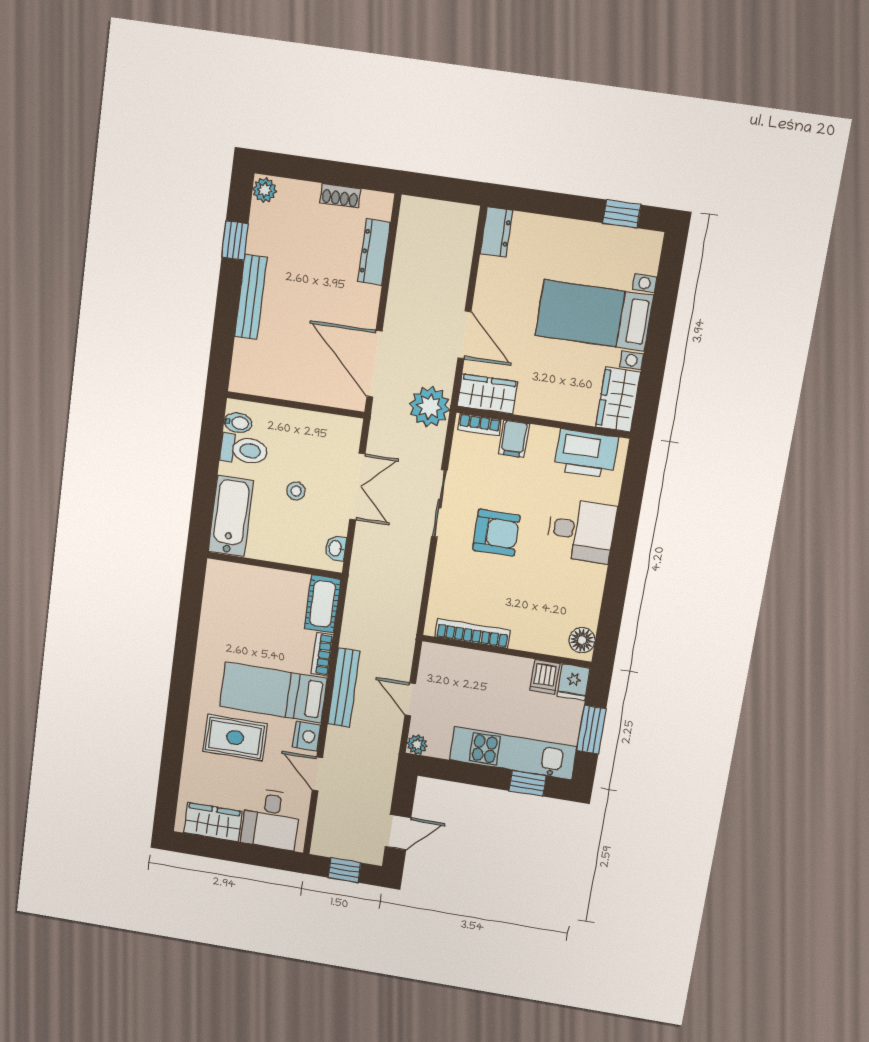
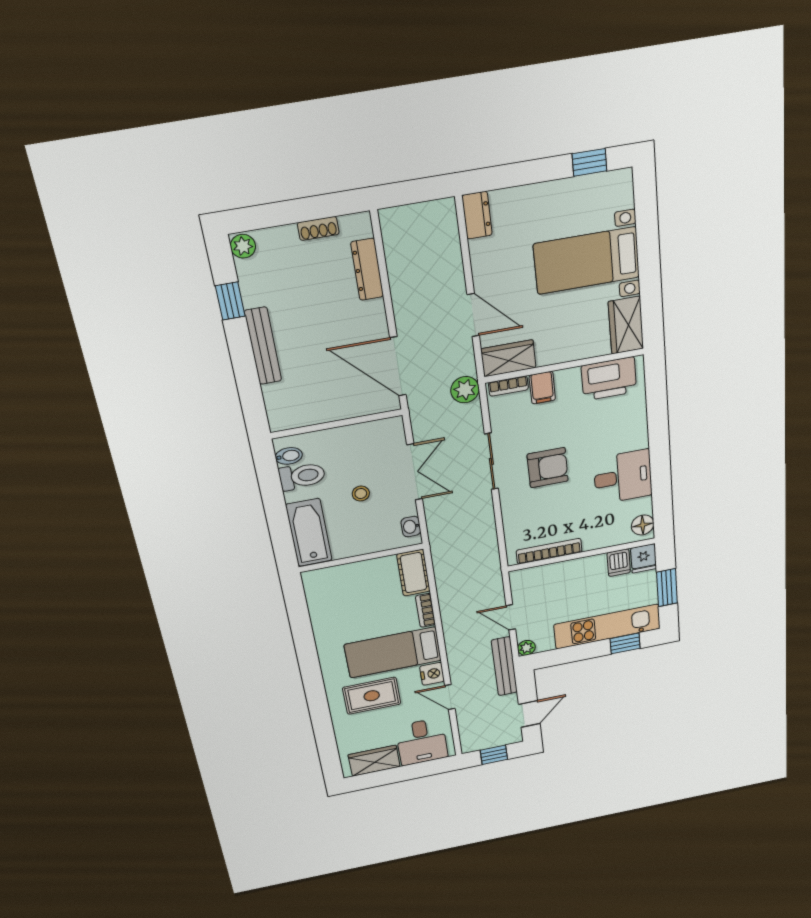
plant: (429, 407) -> (465, 390), width x0.73, depth x0.73
desk: (581, 531) -> (623, 477), moved
bench: (344, 688) -> (504, 666), moved

